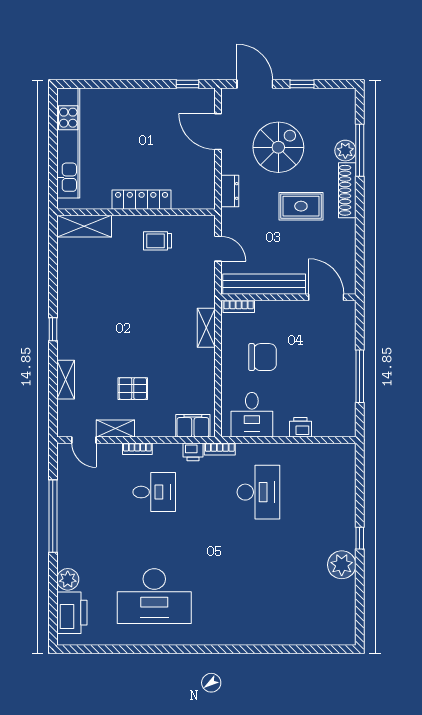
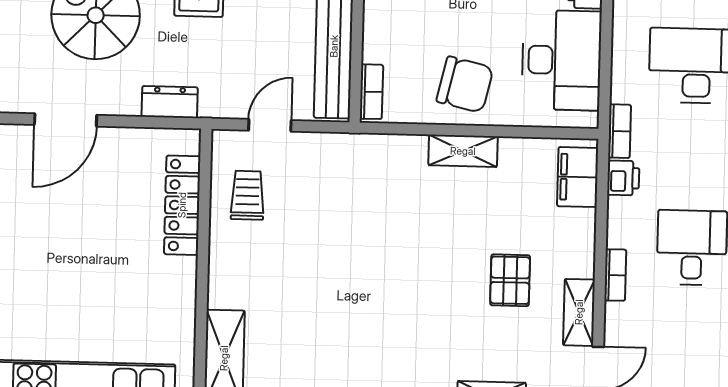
locker: (142, 200) -> (182, 205), moved
trolley: (157, 241) -> (247, 195), moved, turned 180
shelving: (206, 328) -> (463, 151), moved
chair: (262, 357) -> (465, 85), moved, turned 103
desk: (252, 415) -> (561, 60), width x1.37

